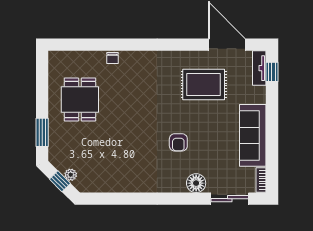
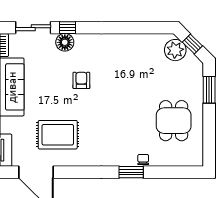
window: (125, 45) -> (131, 172), added
plant: (71, 175) -> (175, 50), width x1.88, depth x1.88
window: (193, 199) -> (68, 28), added

